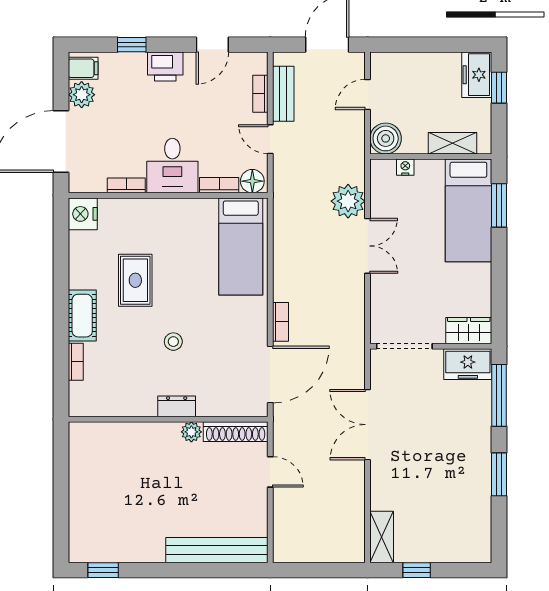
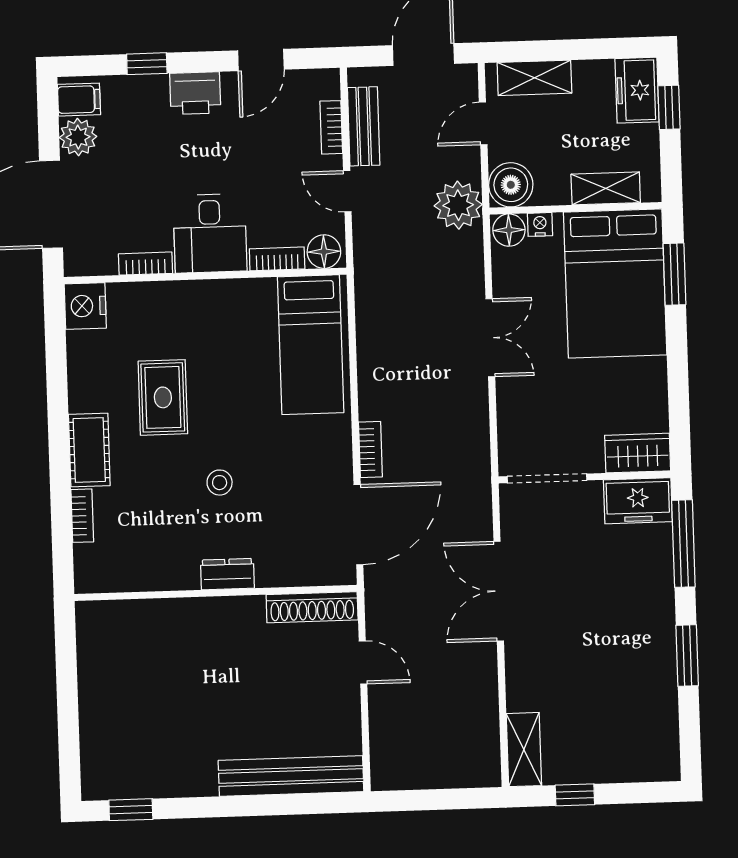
shelving: (405, 64) -> (534, 78), added
floor lamp: (383, 170) -> (509, 230), added
plant: (348, 201) -> (458, 205), moved
bed: (468, 210) -> (615, 283), width x1.50
plant: (191, 432) -> (249, 610), removed

